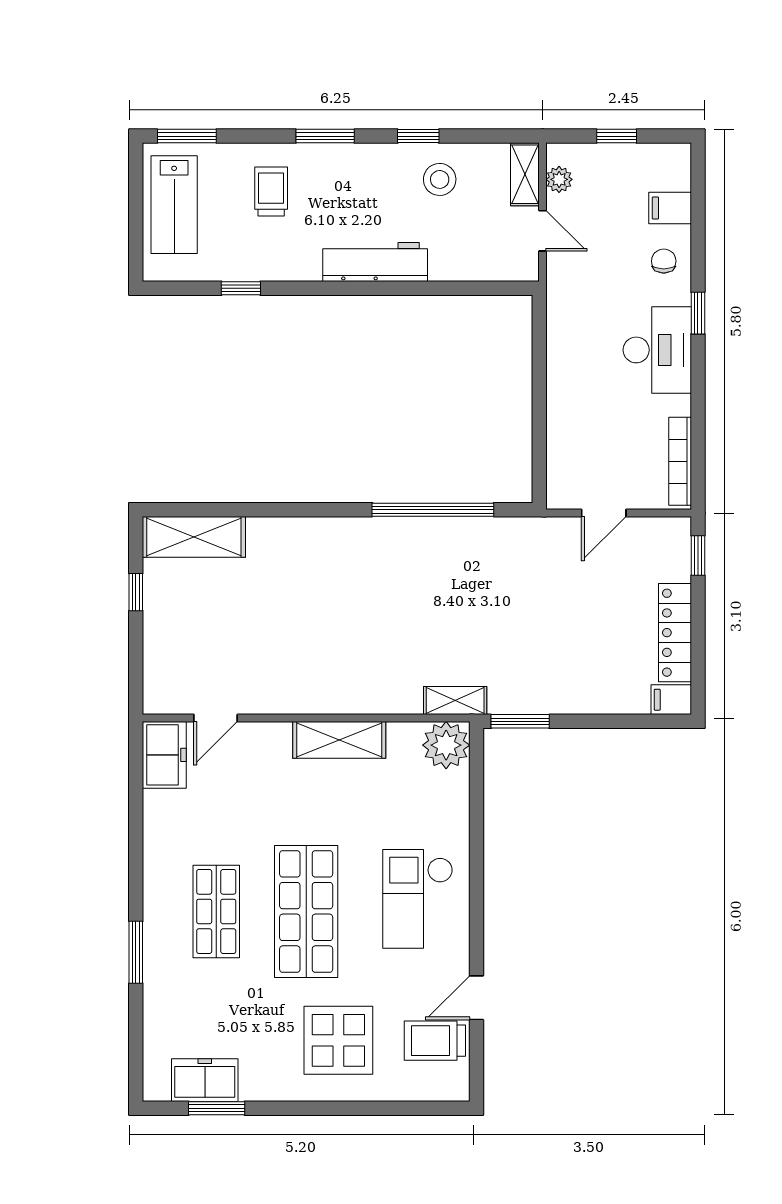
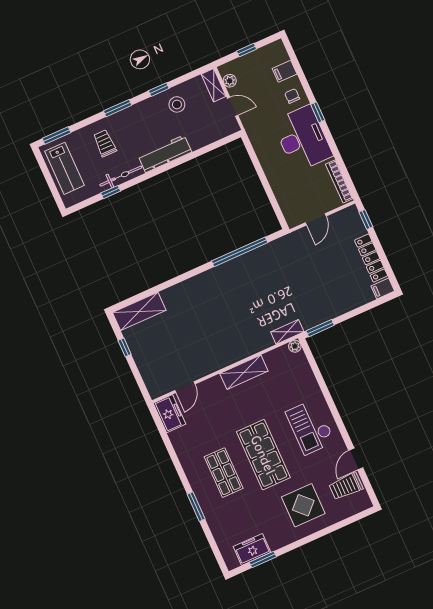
bicycle: (274, 267) -> (121, 176), added
desk: (657, 350) -> (303, 139), width x1.36, depth x1.30
plant: (446, 745) -> (295, 346), width x0.53, depth x0.53

